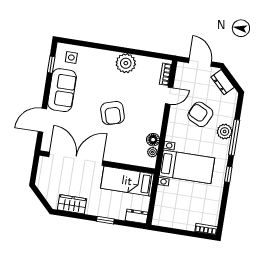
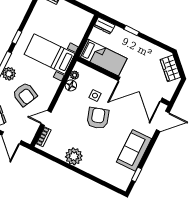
side table: (71, 58) -> (95, 96), moved
door: (42, 120) -> (163, 121), moved
wardrobe: (72, 204) -> (170, 68), moved, turned 45

